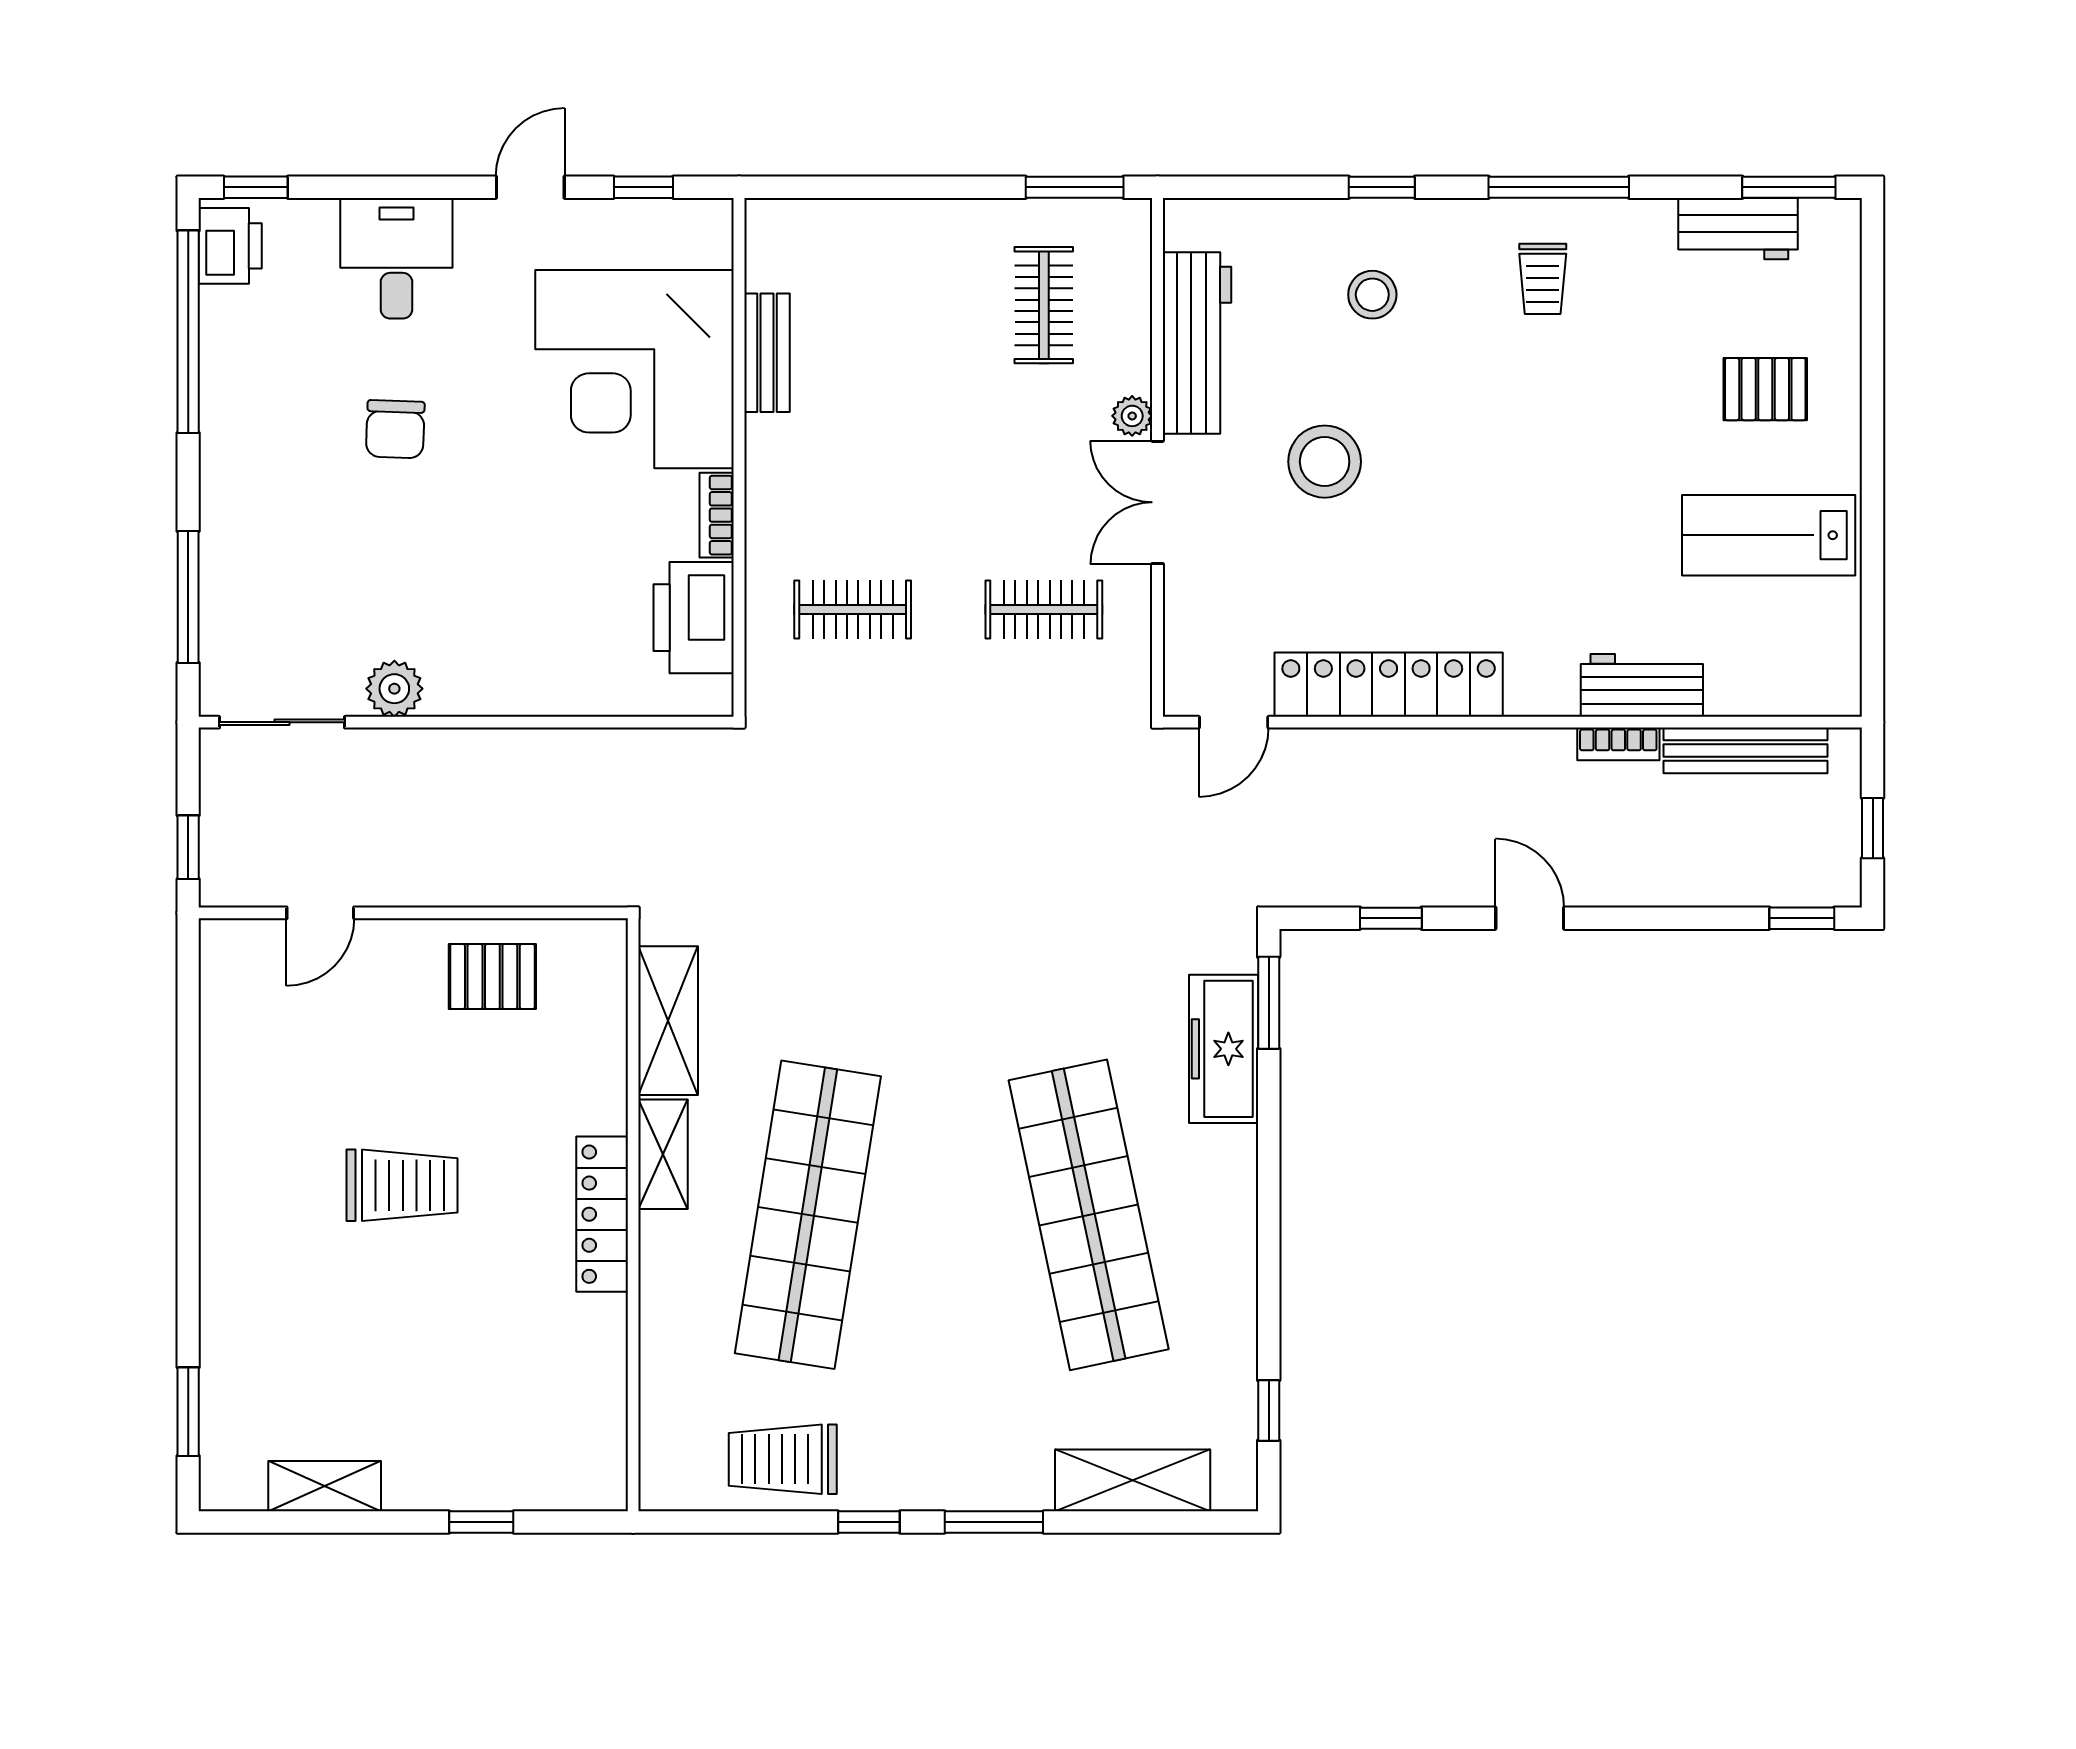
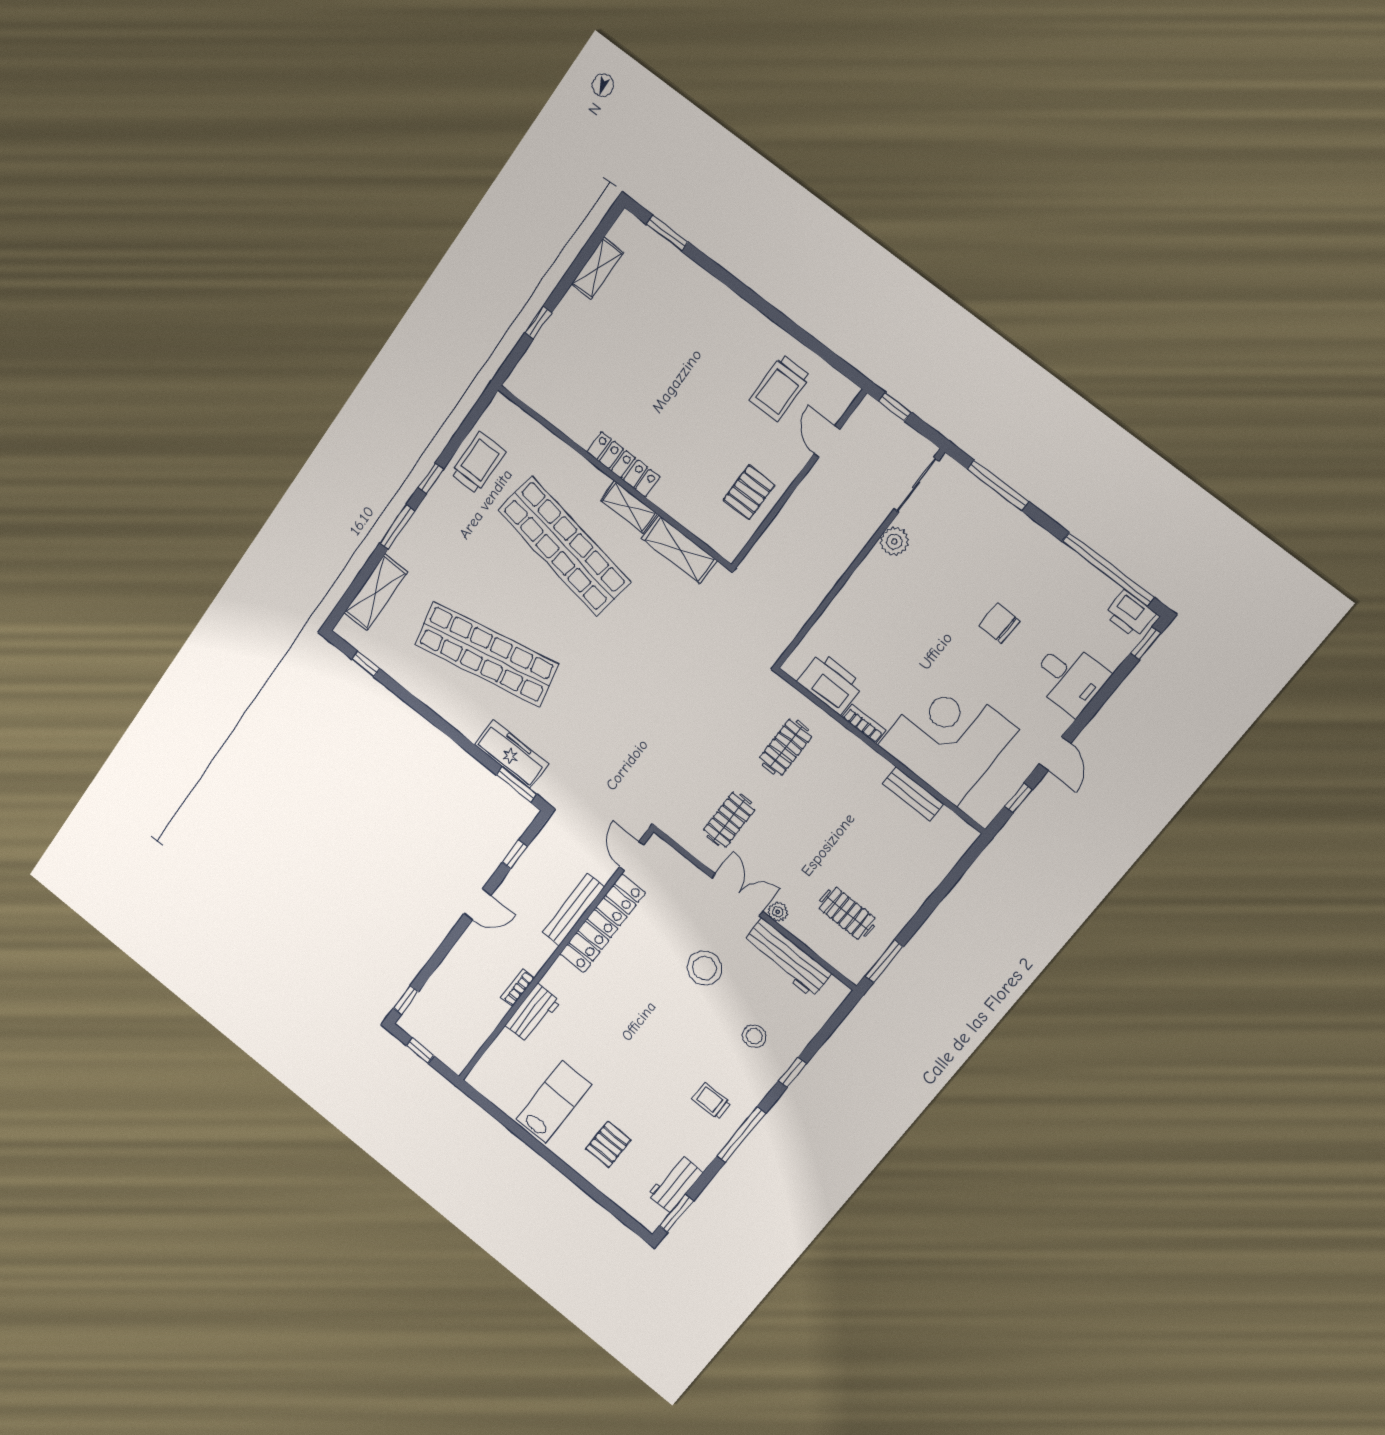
bench: (1746, 750) -> (573, 910), moved
trolley: (402, 1185) -> (780, 388), moved

